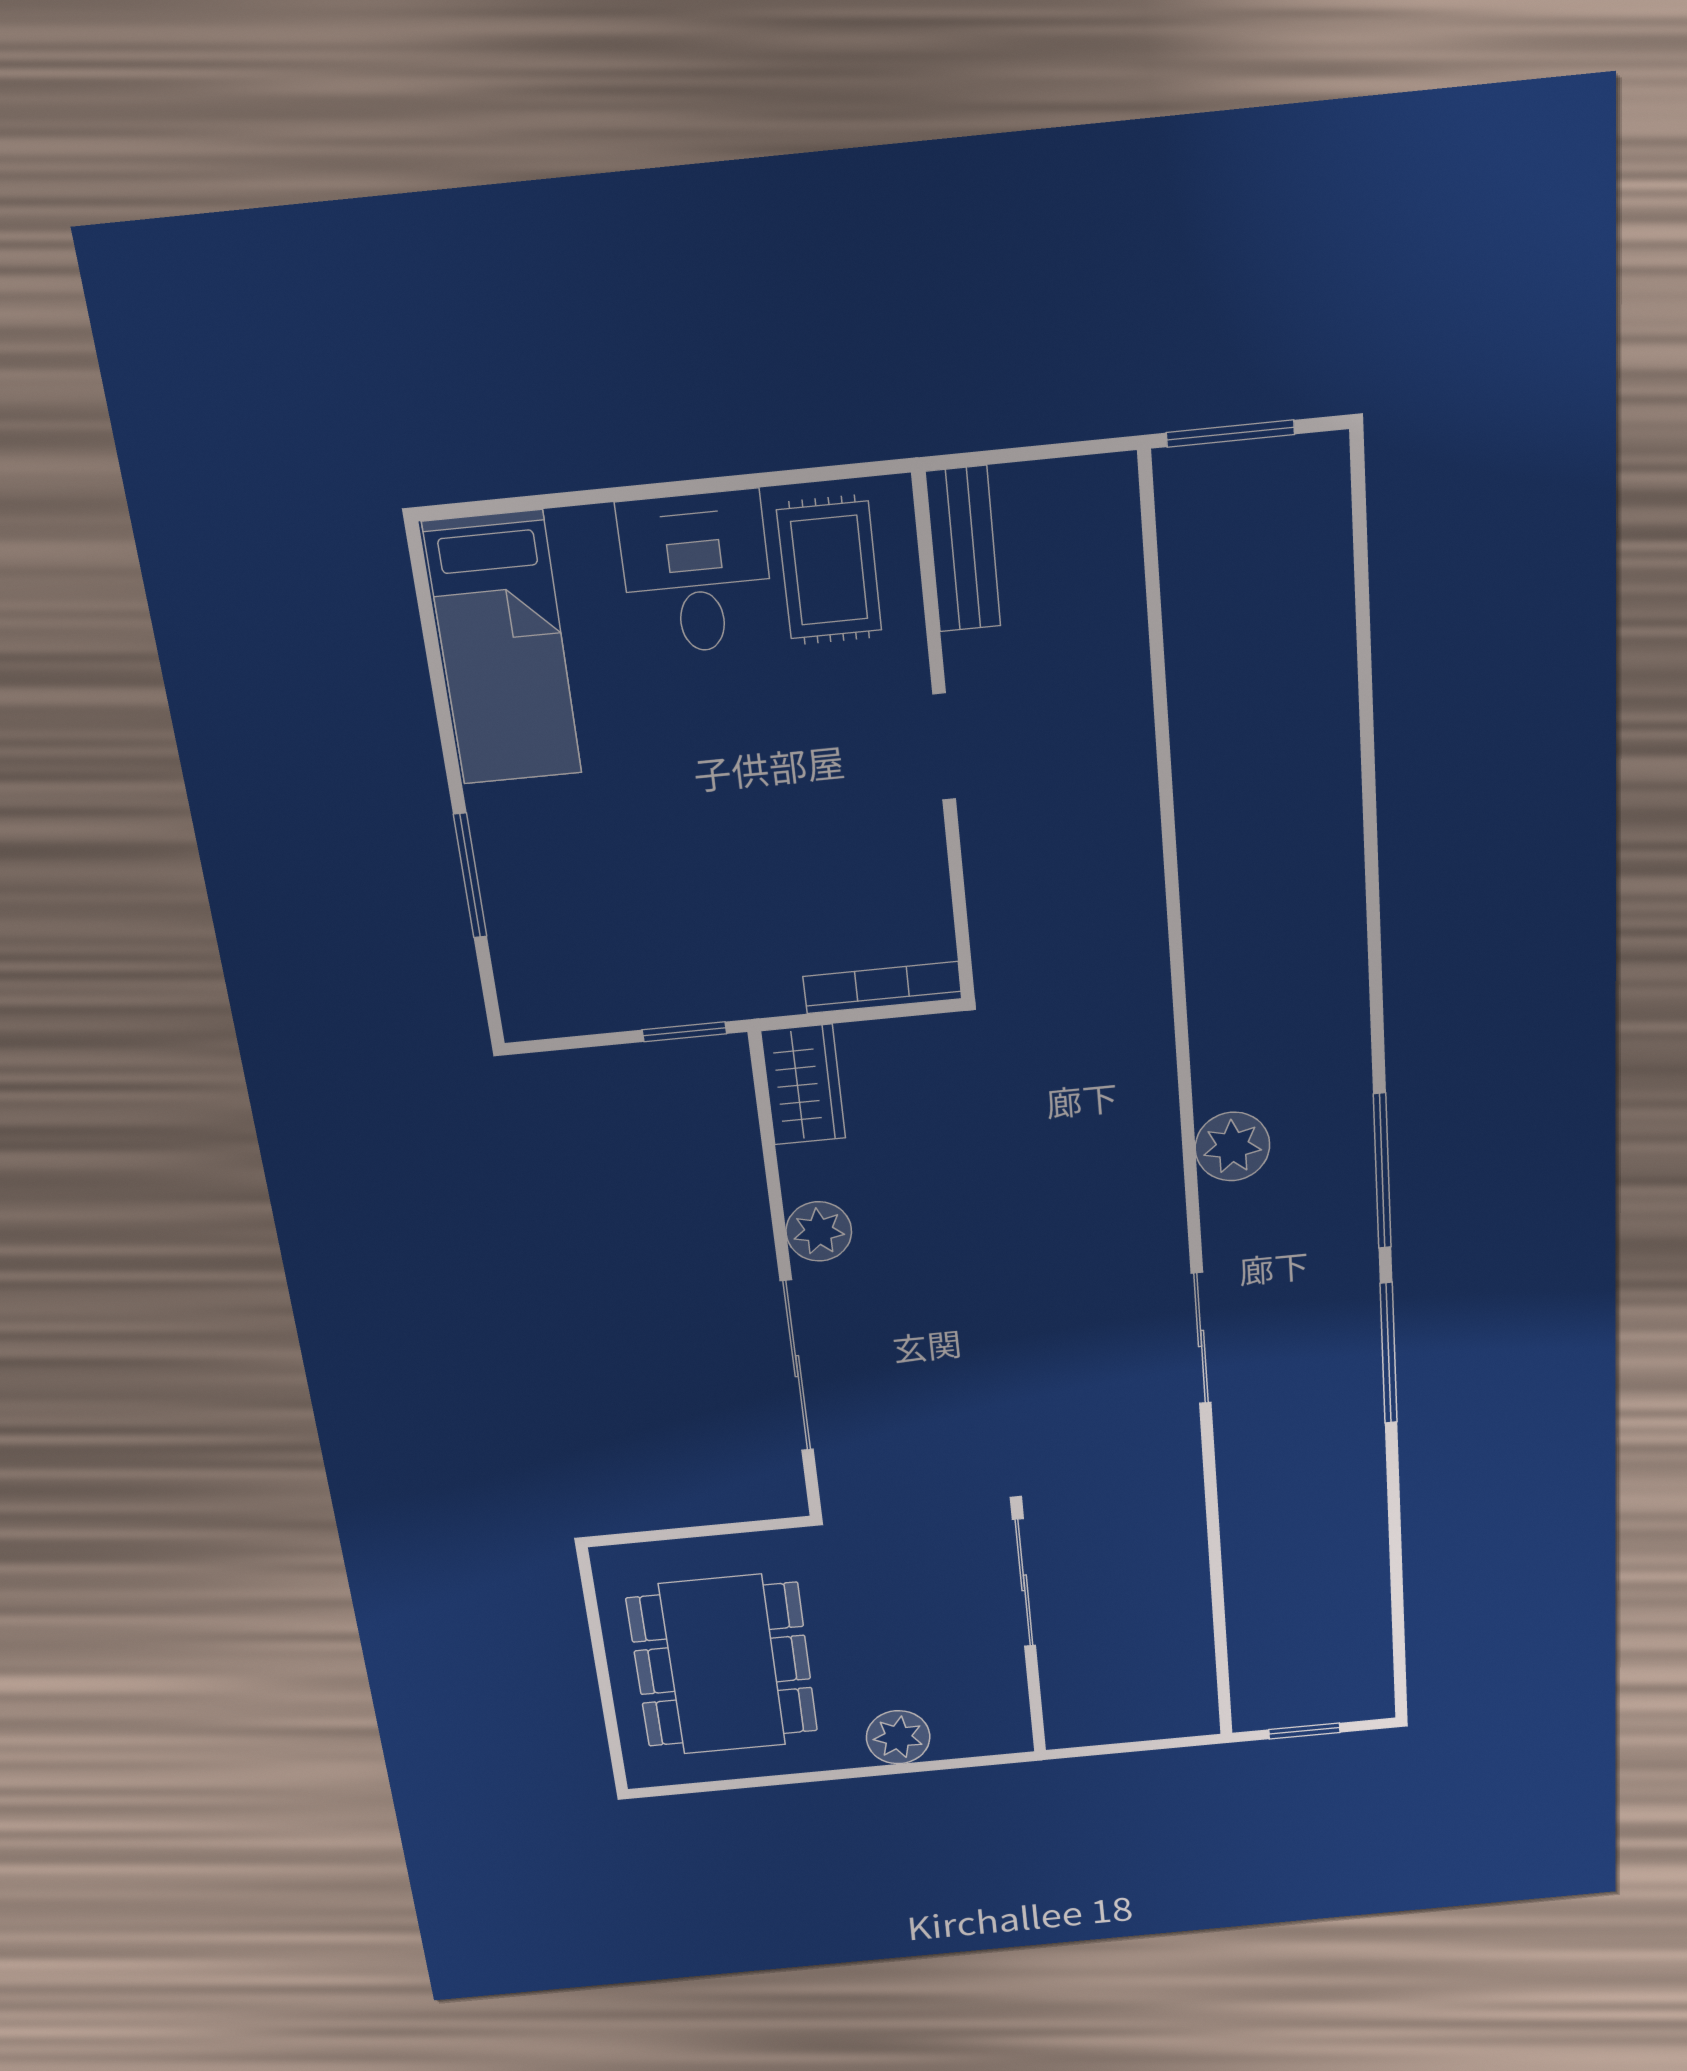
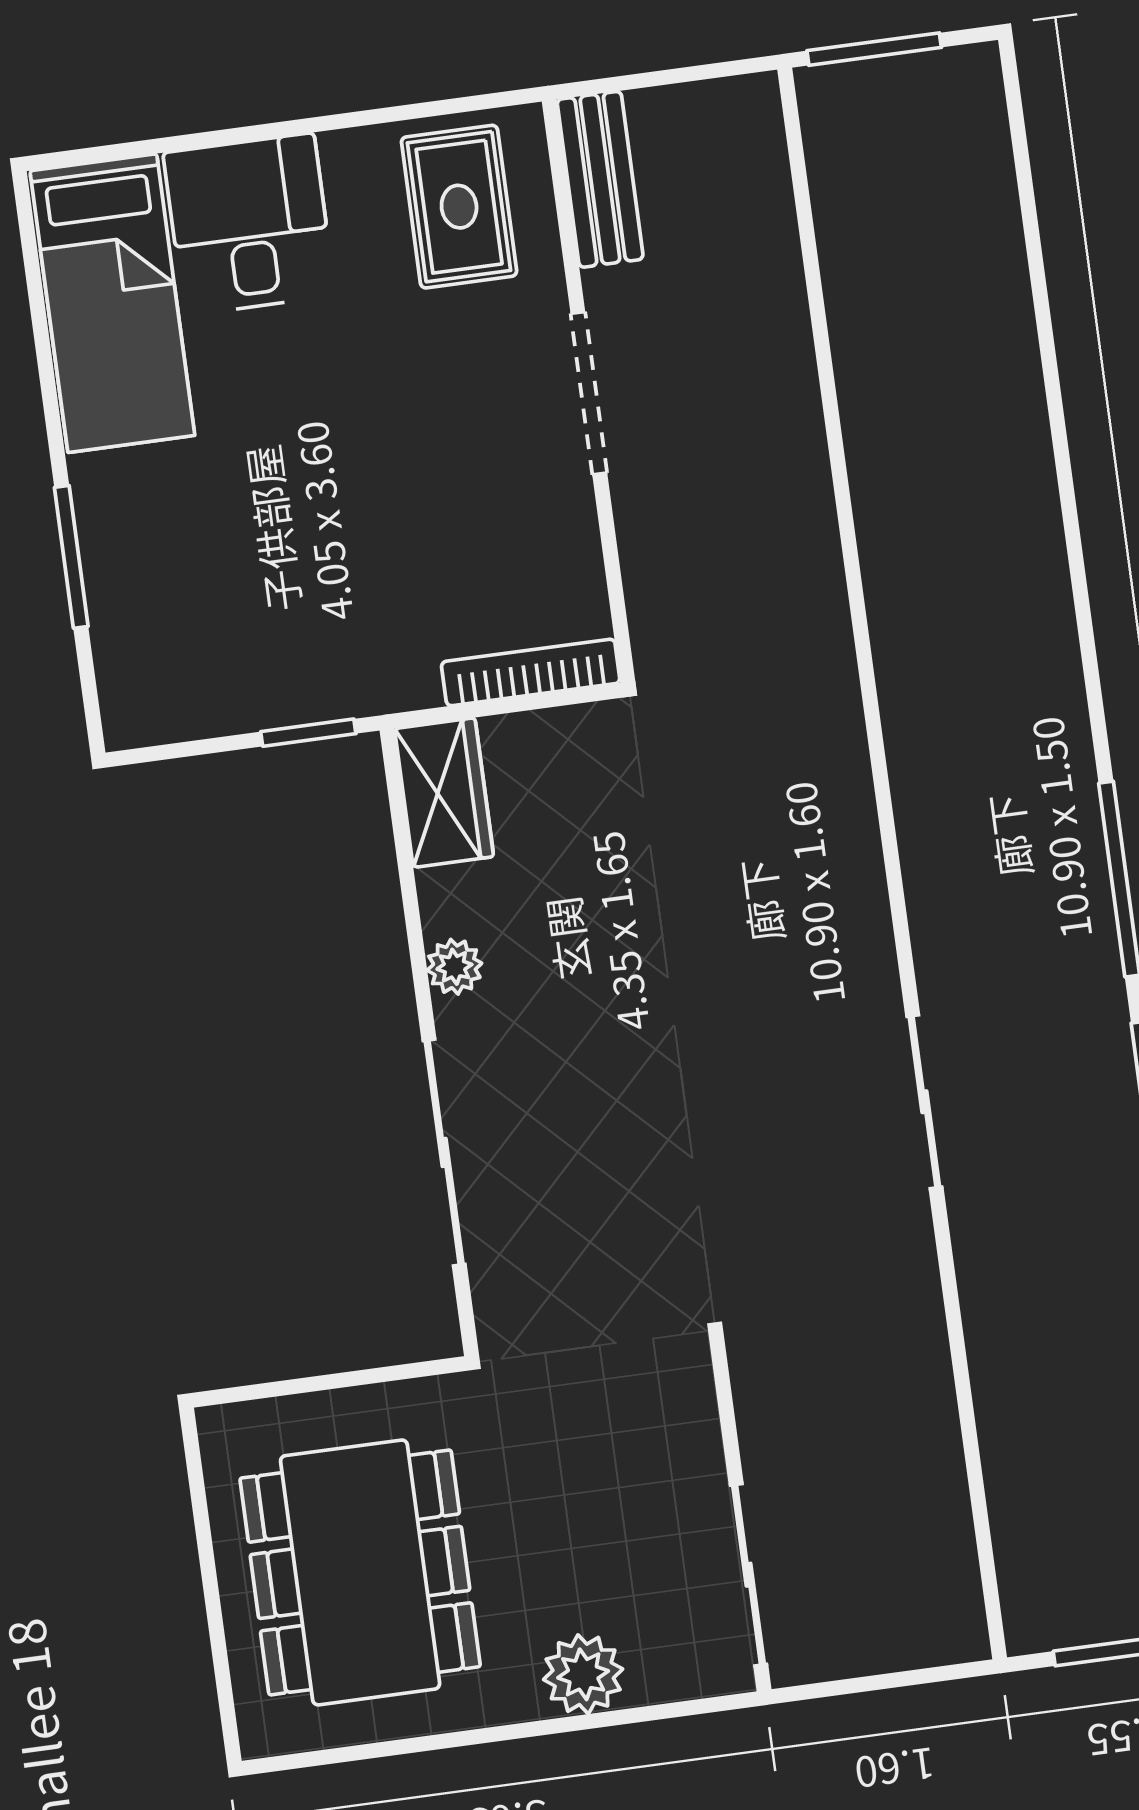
desk: (696, 573) -> (249, 224), moved
doorway: (944, 747) -> (589, 393), width x1.38
plant: (1232, 1147) -> (942, 854), removed
plant: (819, 1231) -> (454, 967), width x0.73, depth x0.73
sliding door: (1024, 1583) -> (749, 1575), moved

